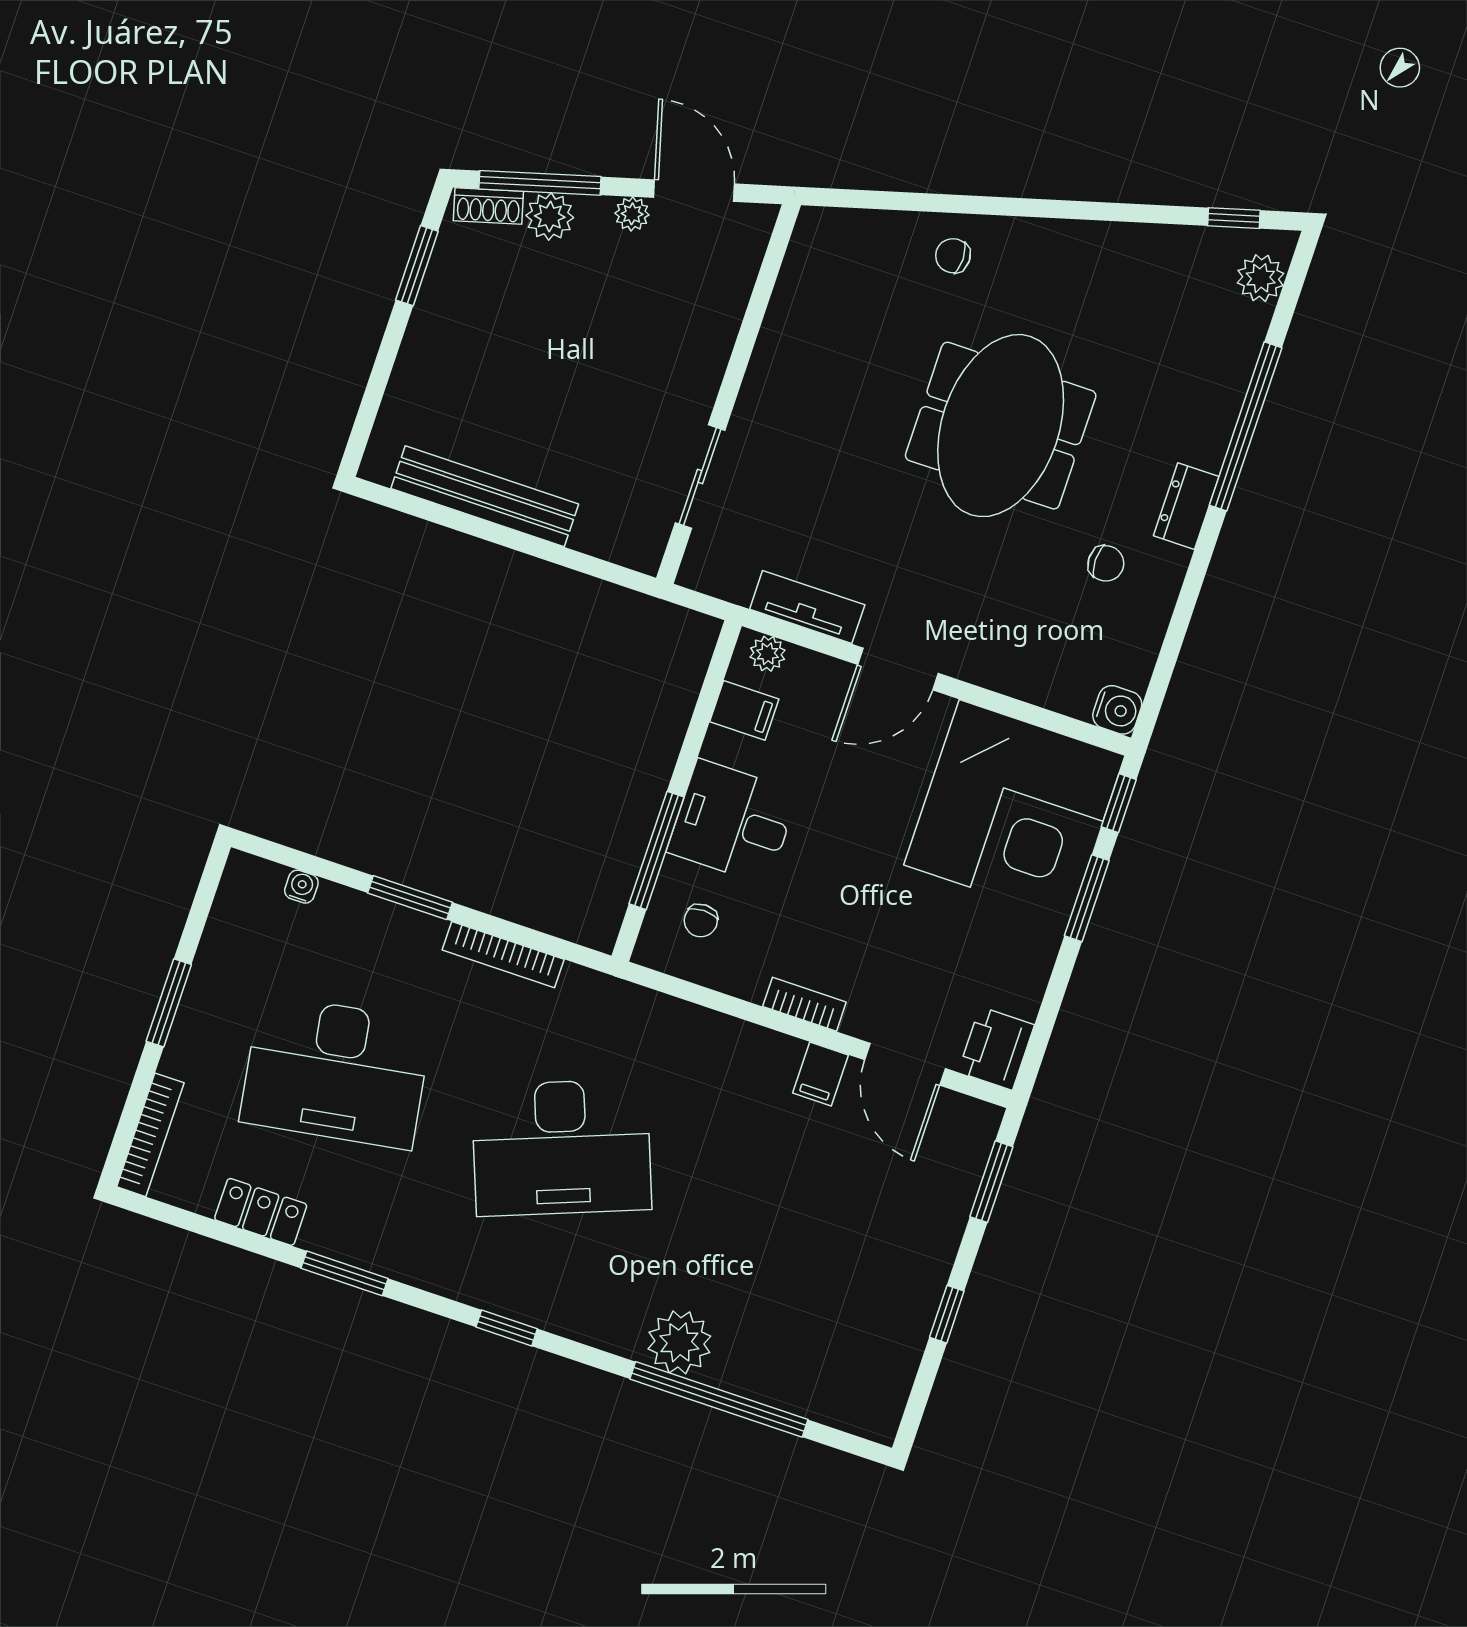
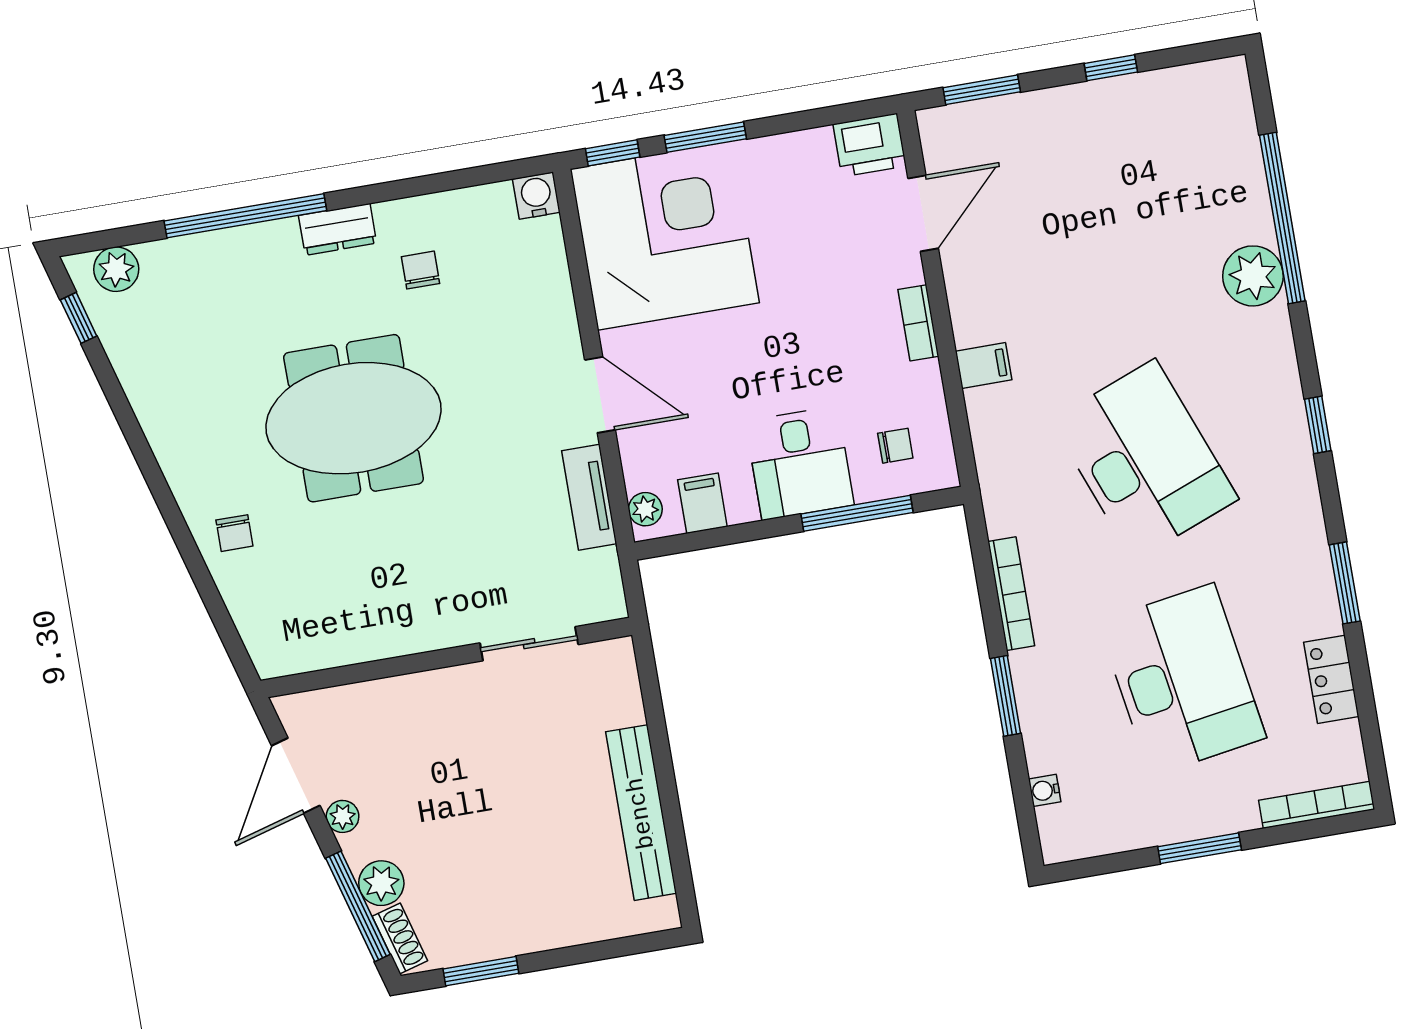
filing cabinet: (821, 1074) -> (984, 366), moved

